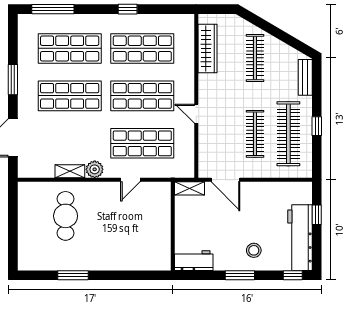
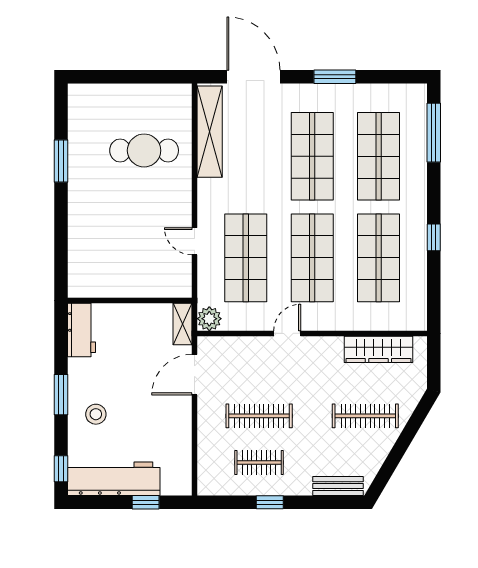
clothes rail: (288, 134) -> (259, 462), width x0.54, depth x0.76
plant: (95, 169) -> (209, 319), moved
shelving: (70, 171) -> (210, 132), width x2.20, depth x1.33

